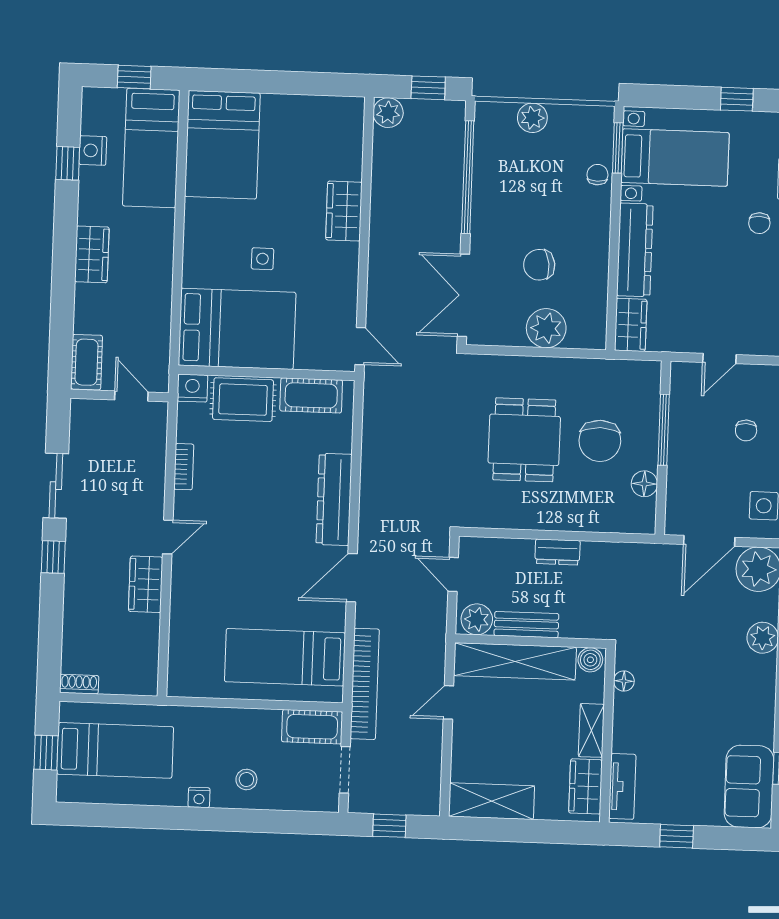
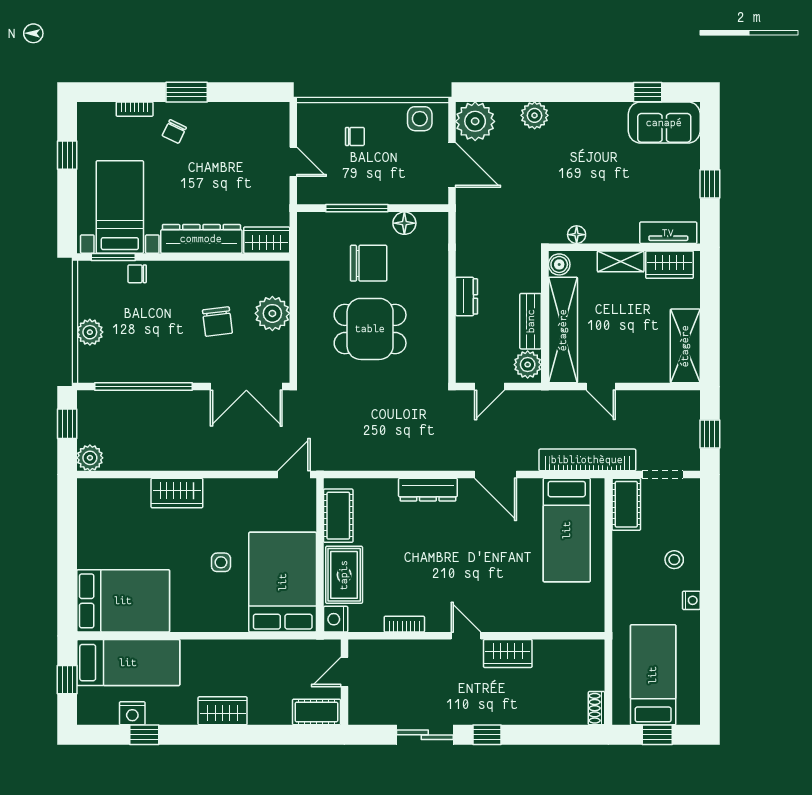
chair: (759, 223) -> (174, 131), turned 116
dresser: (334, 499) -> (428, 490), width x0.73, depth x0.80

